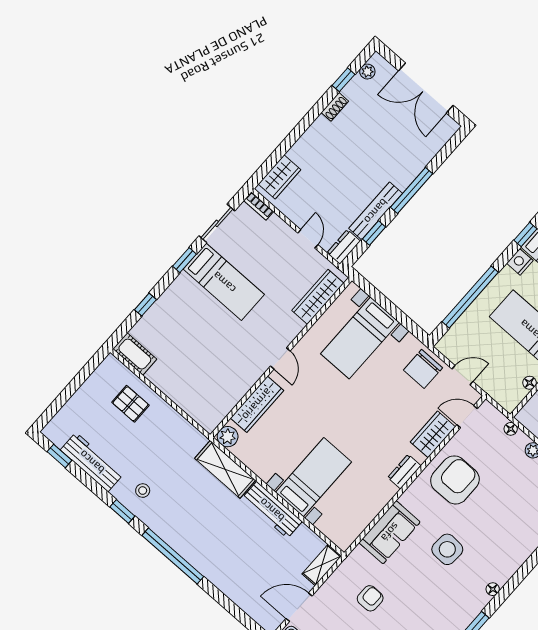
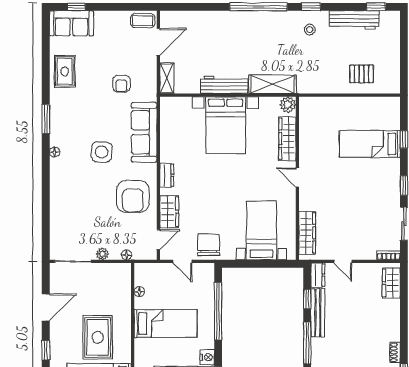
bed: (224, 282) -> (370, 144), moved
cot: (135, 354) -> (385, 105), removed
door: (462, 375) -> (182, 261), hinge flipped
bed with nightstands: (313, 477) -> (226, 125), width x1.36
sofa: (390, 532) -> (144, 132), width x1.36

